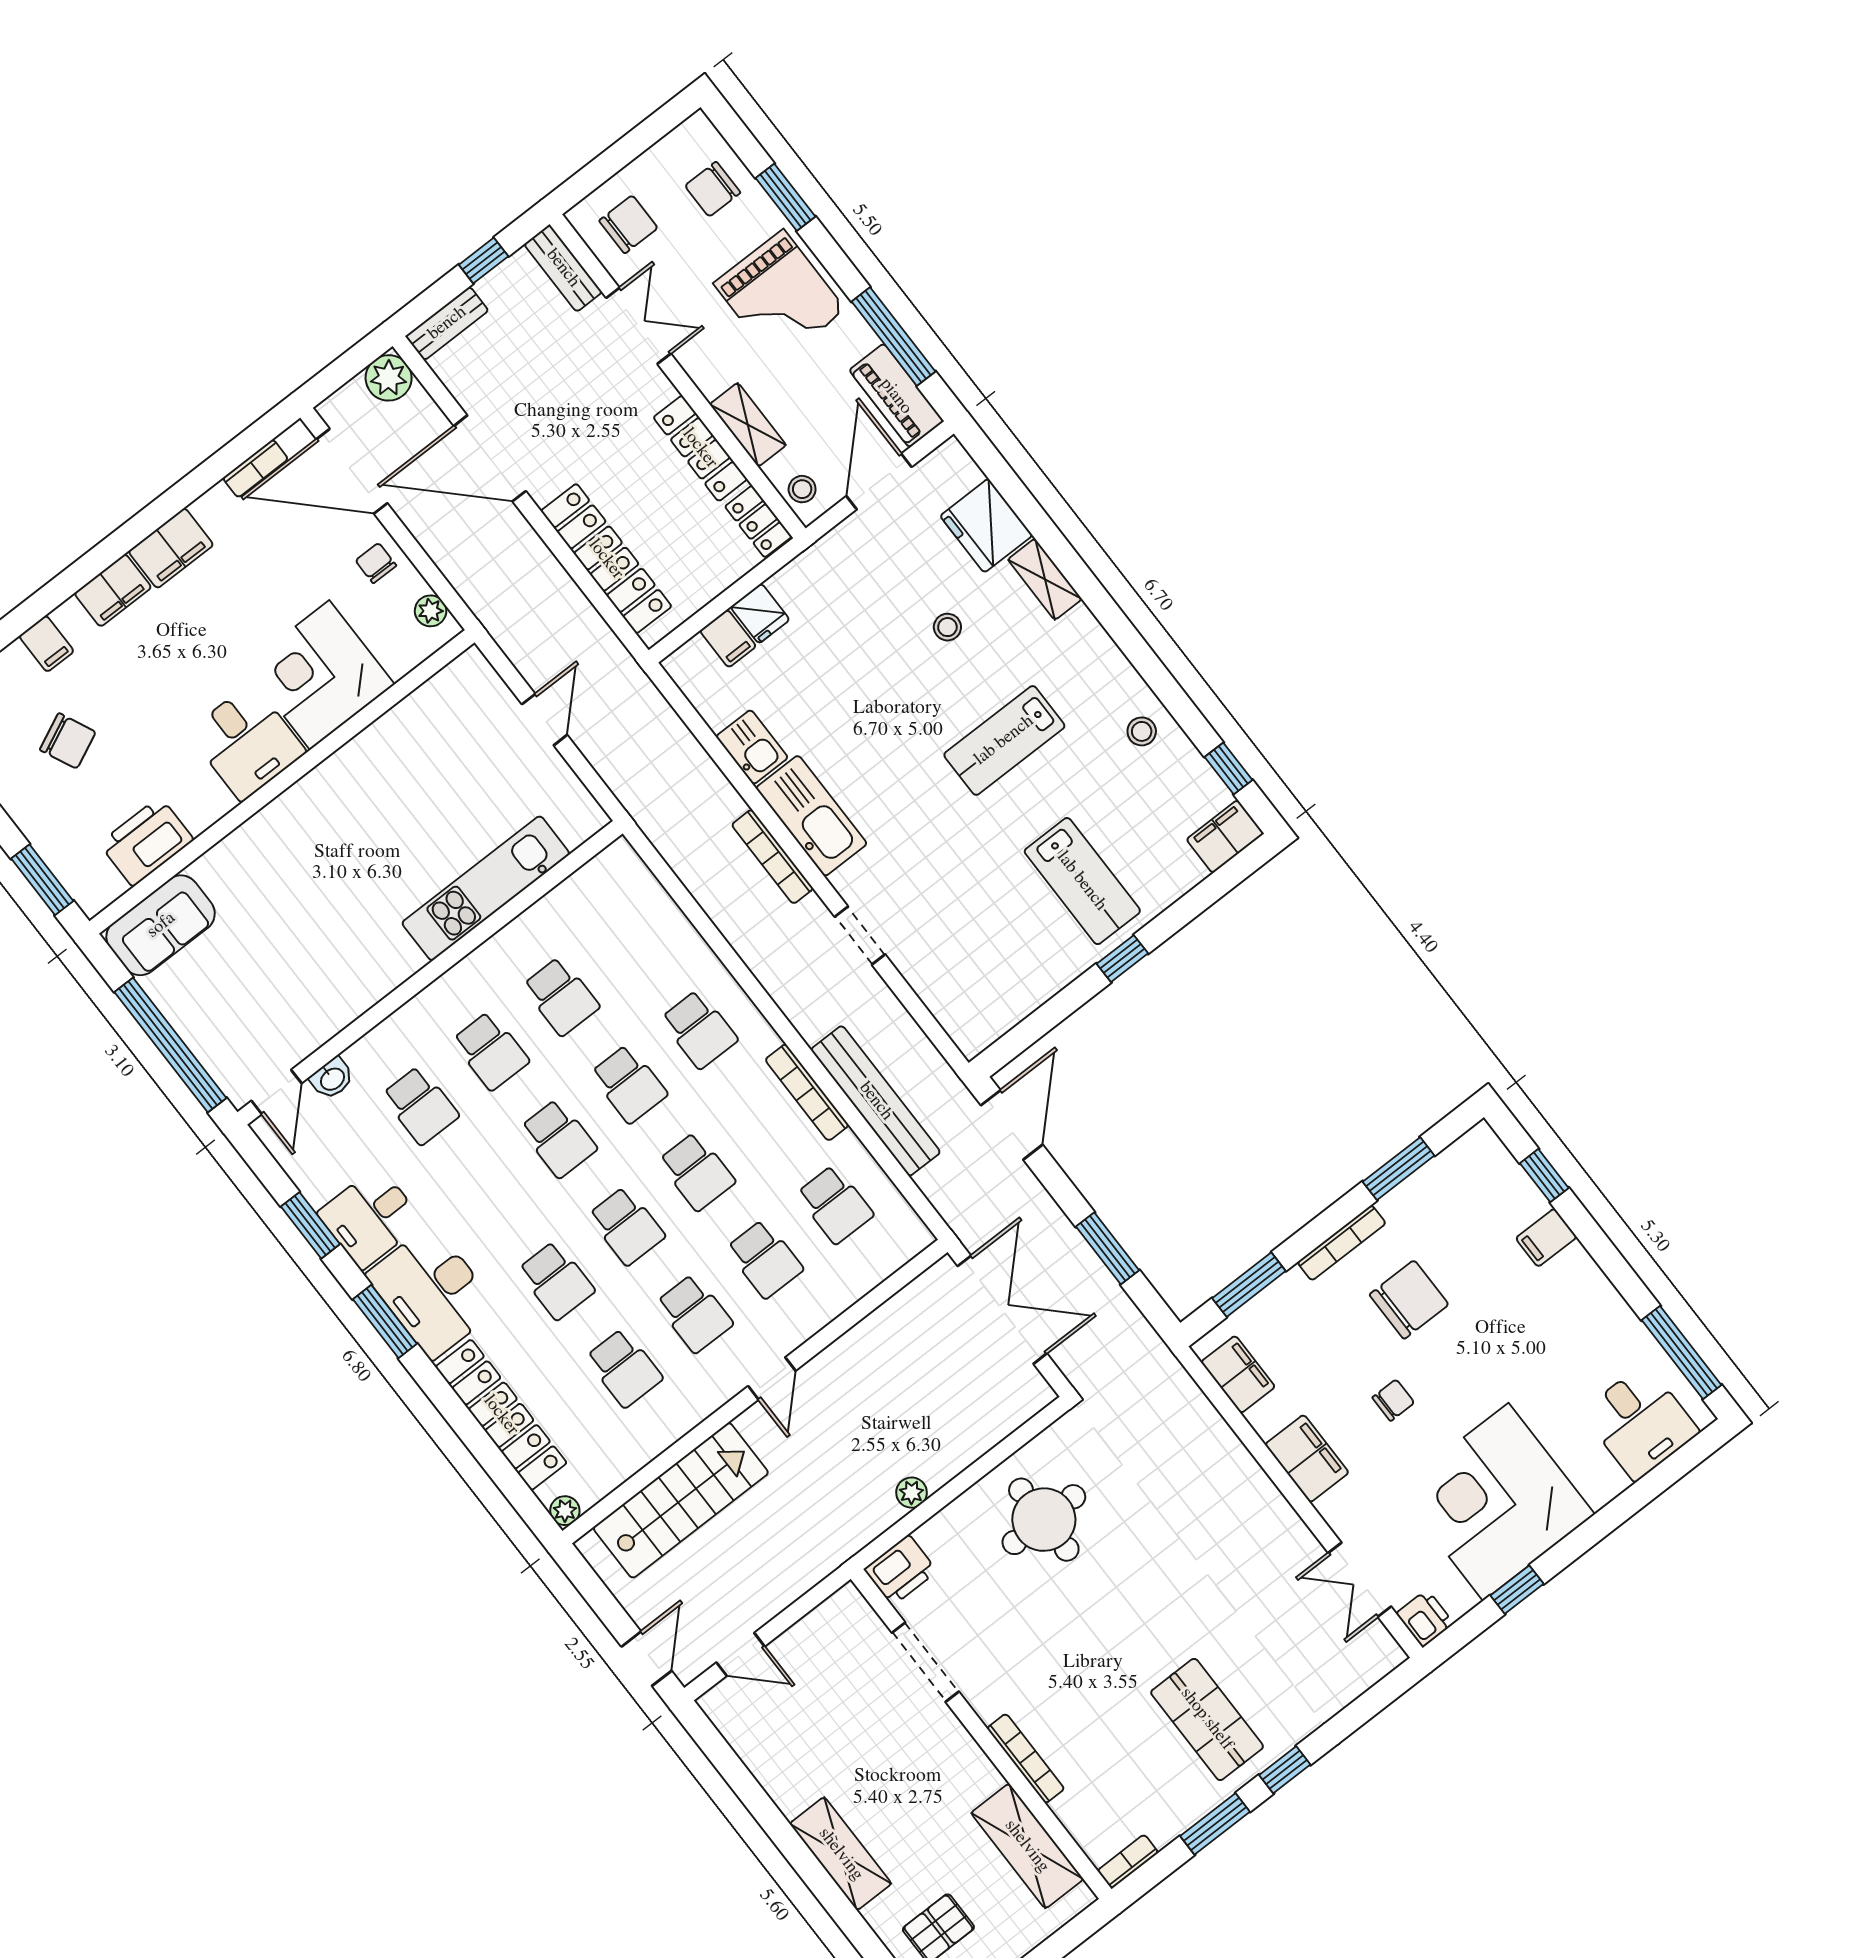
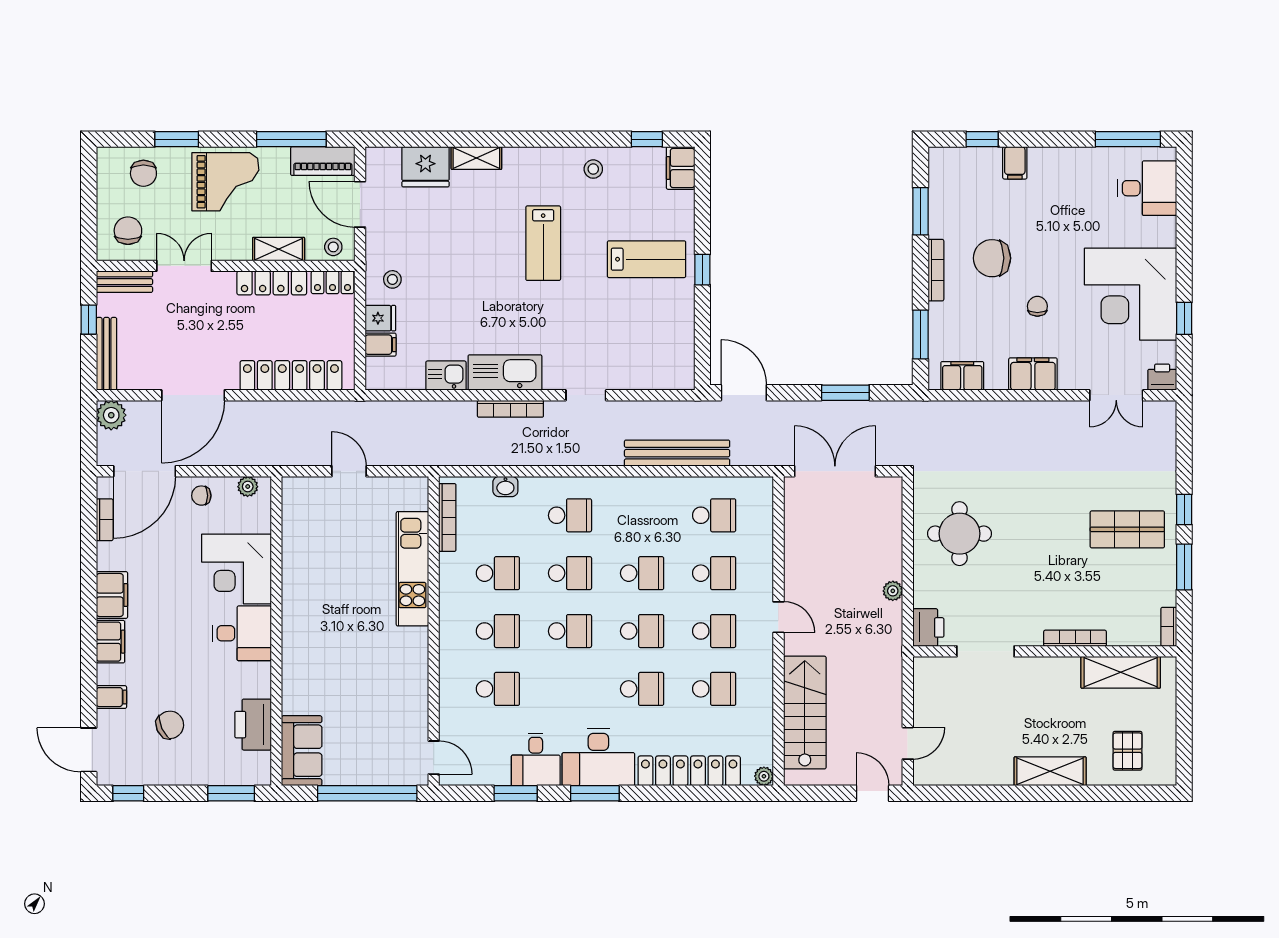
bench: (447, 323) -> (107, 354), width x1.36
stool: (947, 627) -> (392, 279), moved
washbasin: (332, 1078) -> (505, 486), moved, turned 90
bookcase: (807, 1092) -> (447, 517), moved, turned -90
chair: (1409, 1300) -> (992, 258), turned -90

